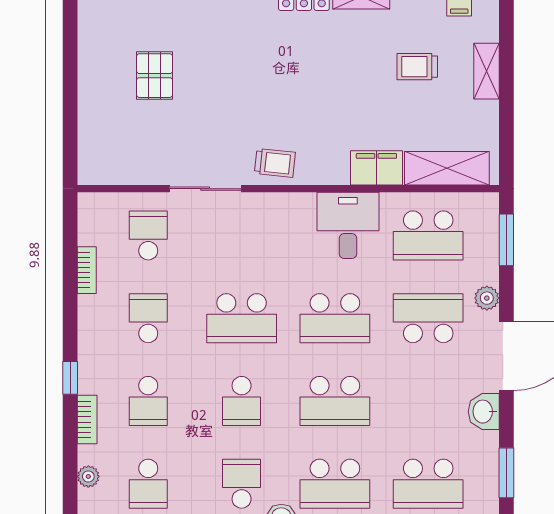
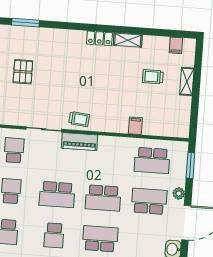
filing cabinet: (376, 168) -> (135, 126), width x0.50
shelving: (447, 168) -> (164, 128), removed
piano: (279, 208) -> (80, 142), added
desk: (348, 225) -> (113, 153), removed
school desk: (335, 401) -> (100, 239), turned 180

